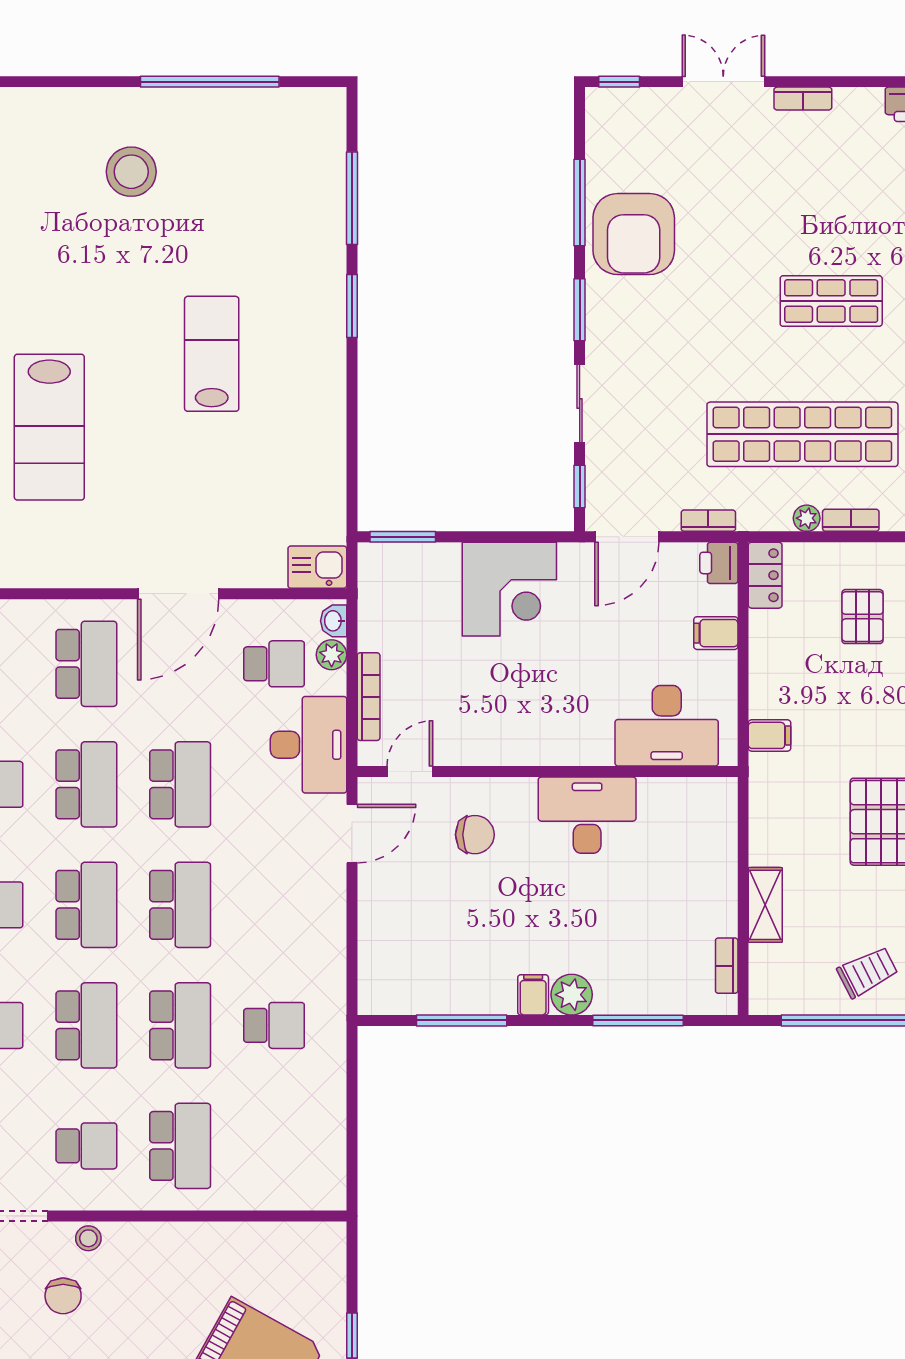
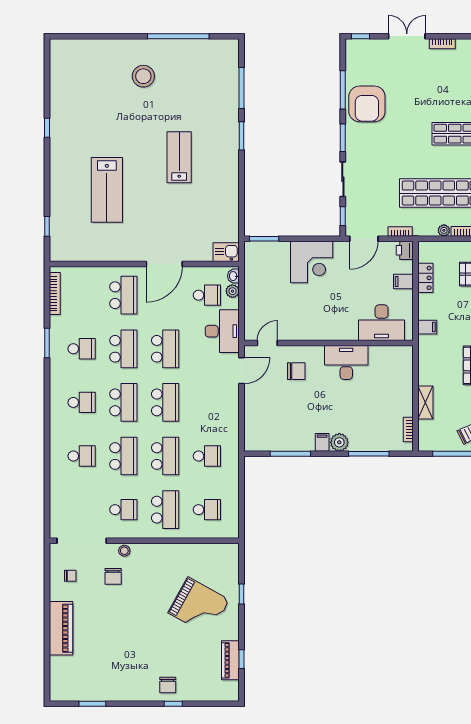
locker: (765, 575) -> (425, 278), moved
bookcase: (369, 697) -> (249, 310), removed
school desk: (274, 1146) -> (207, 510), added

